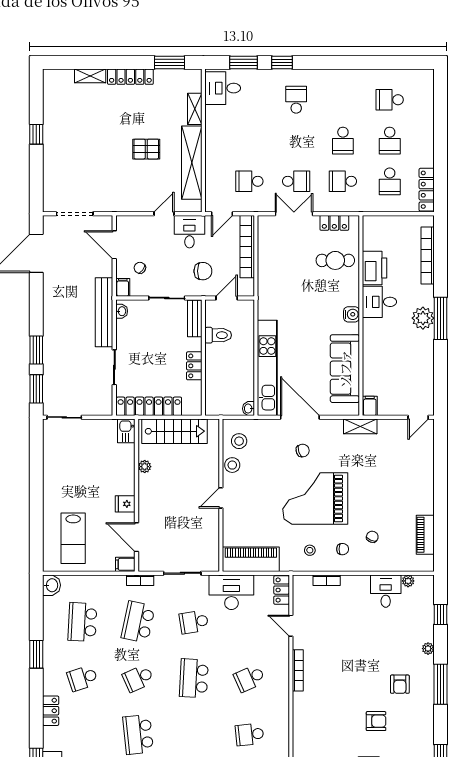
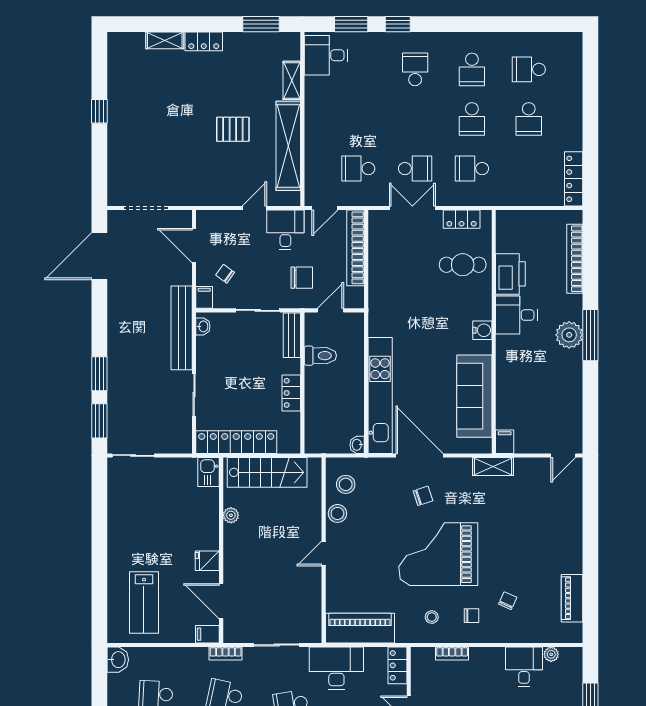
locker: (130, 77) -> (204, 41), width x0.66
school desk: (390, 181) -> (472, 69), moved

